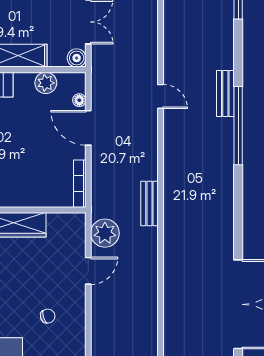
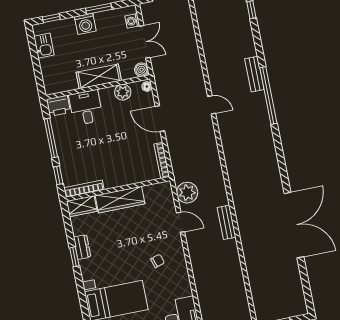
door: (160, 96) -> (212, 105), moved
floor lamp: (79, 100) -> (147, 87), moved
bench: (149, 203) -> (227, 222), moved
door: (88, 271) -> (180, 222), hinge flipped

